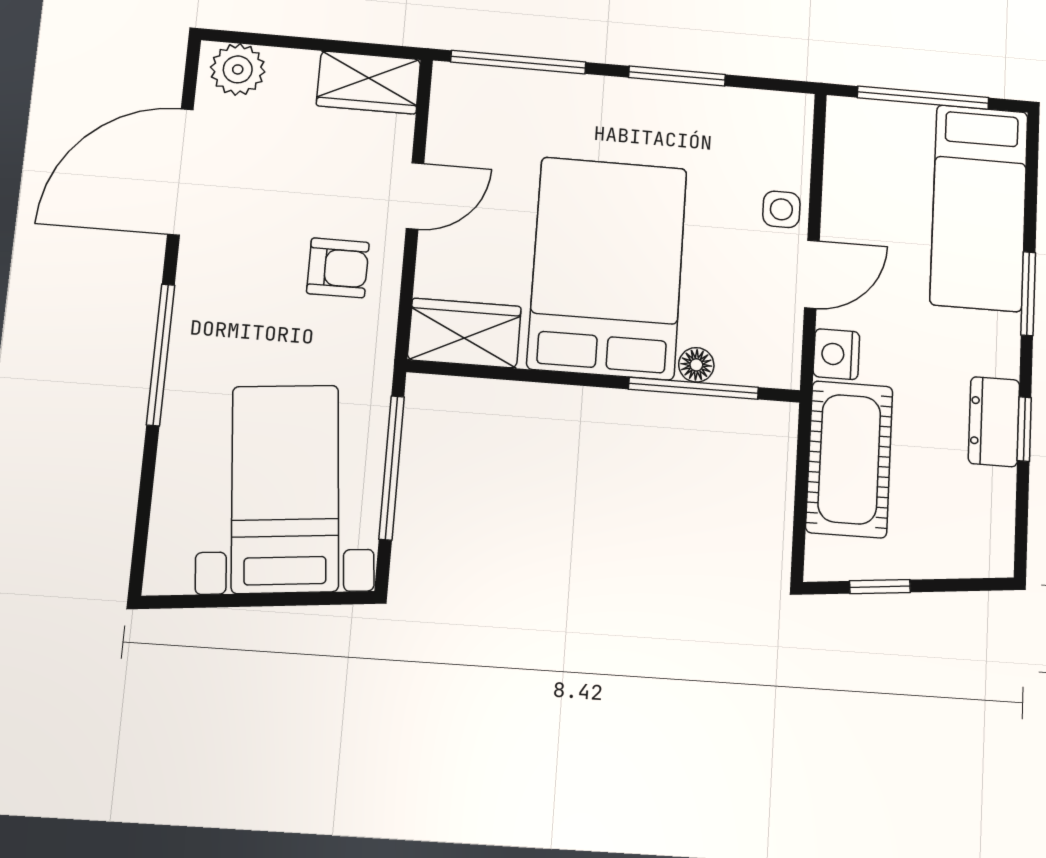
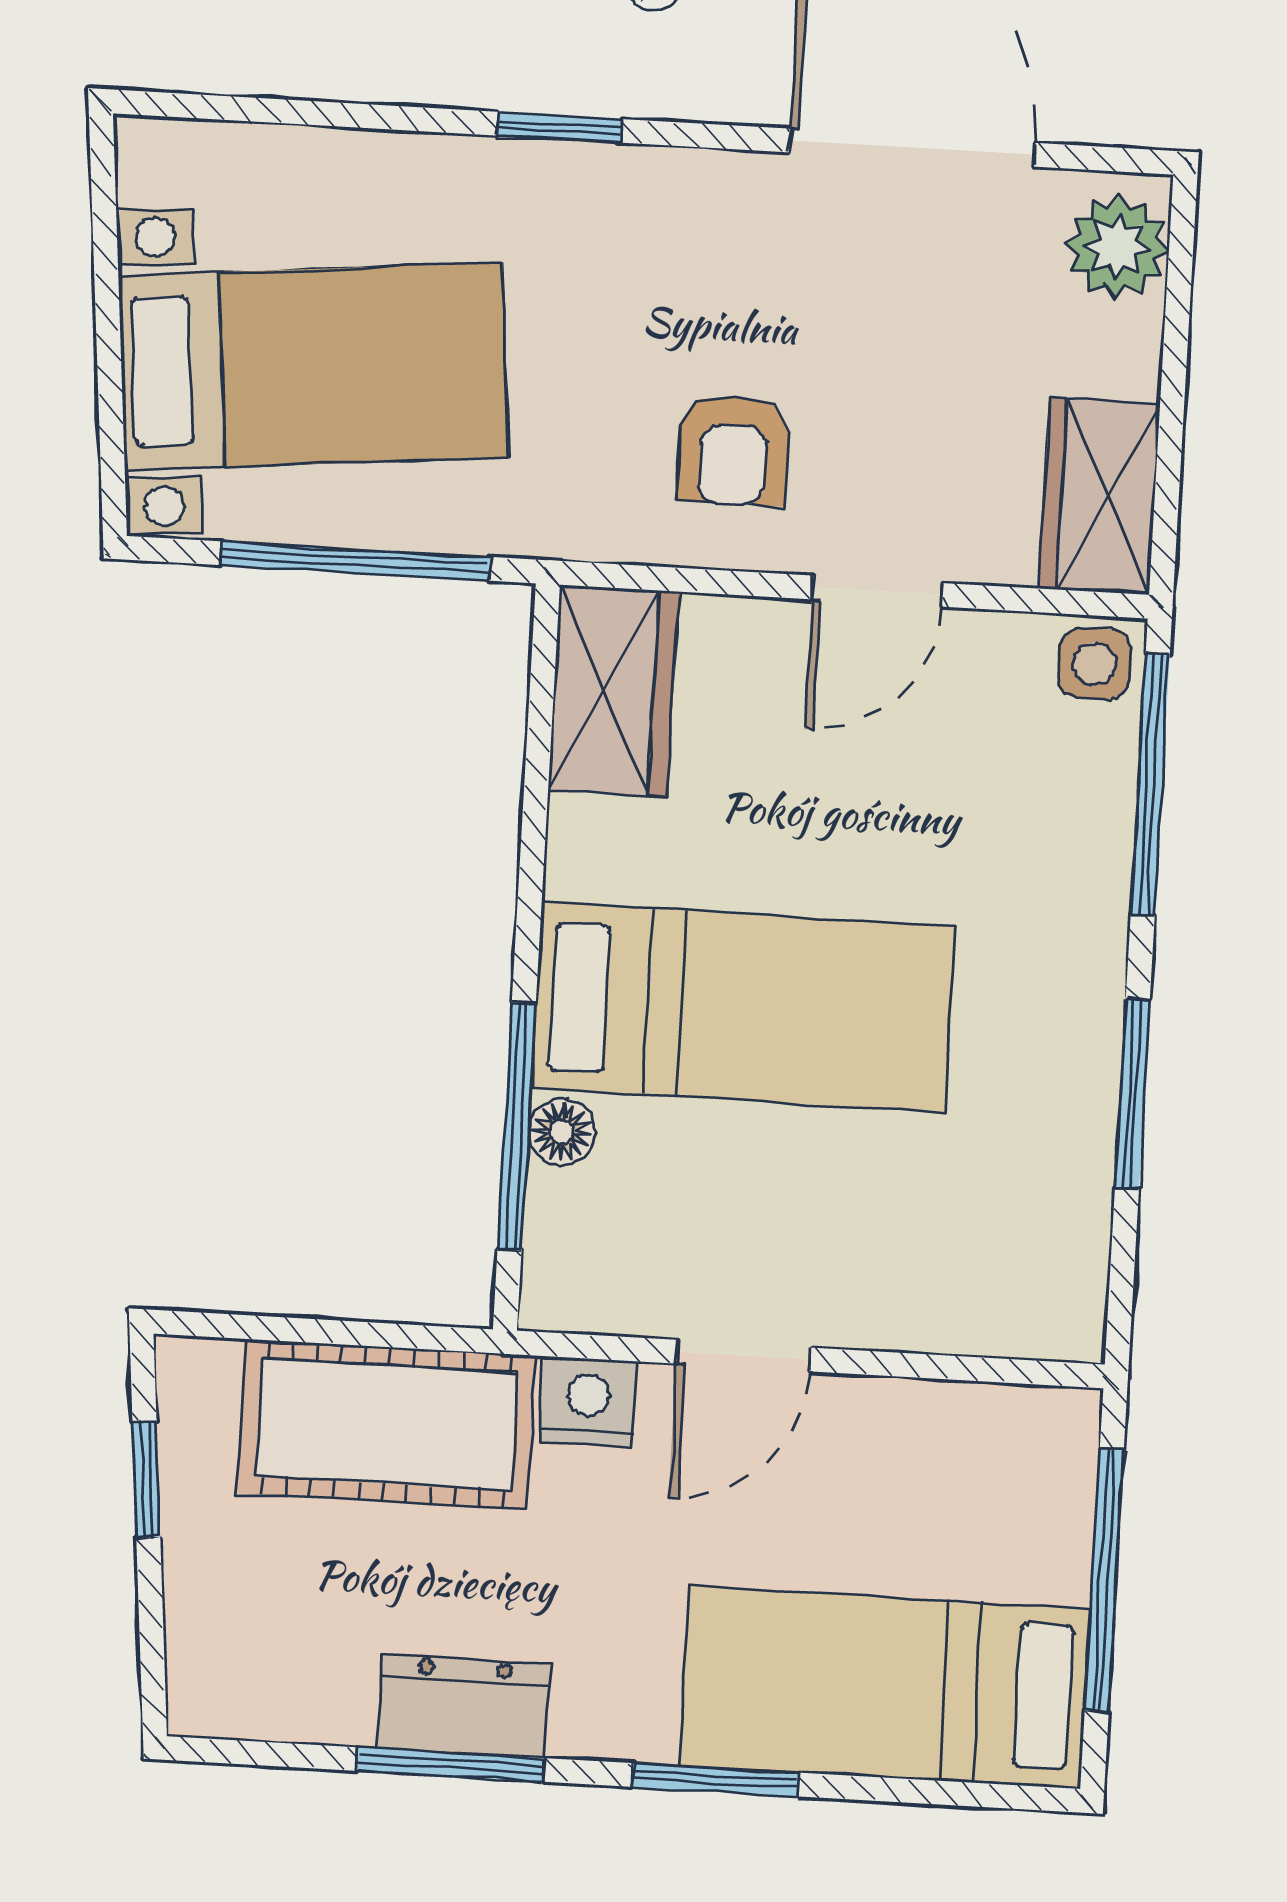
door: (415, 196) -> (877, 591), hinge flipped
side table: (781, 209) -> (1094, 664), moved
bed: (607, 268) -> (743, 1007), width x0.67
door: (812, 274) -> (744, 1356), hinge flipped
window: (161, 355) -> (560, 127), width x0.46
window: (1024, 429) -> (450, 1764), width x1.50

